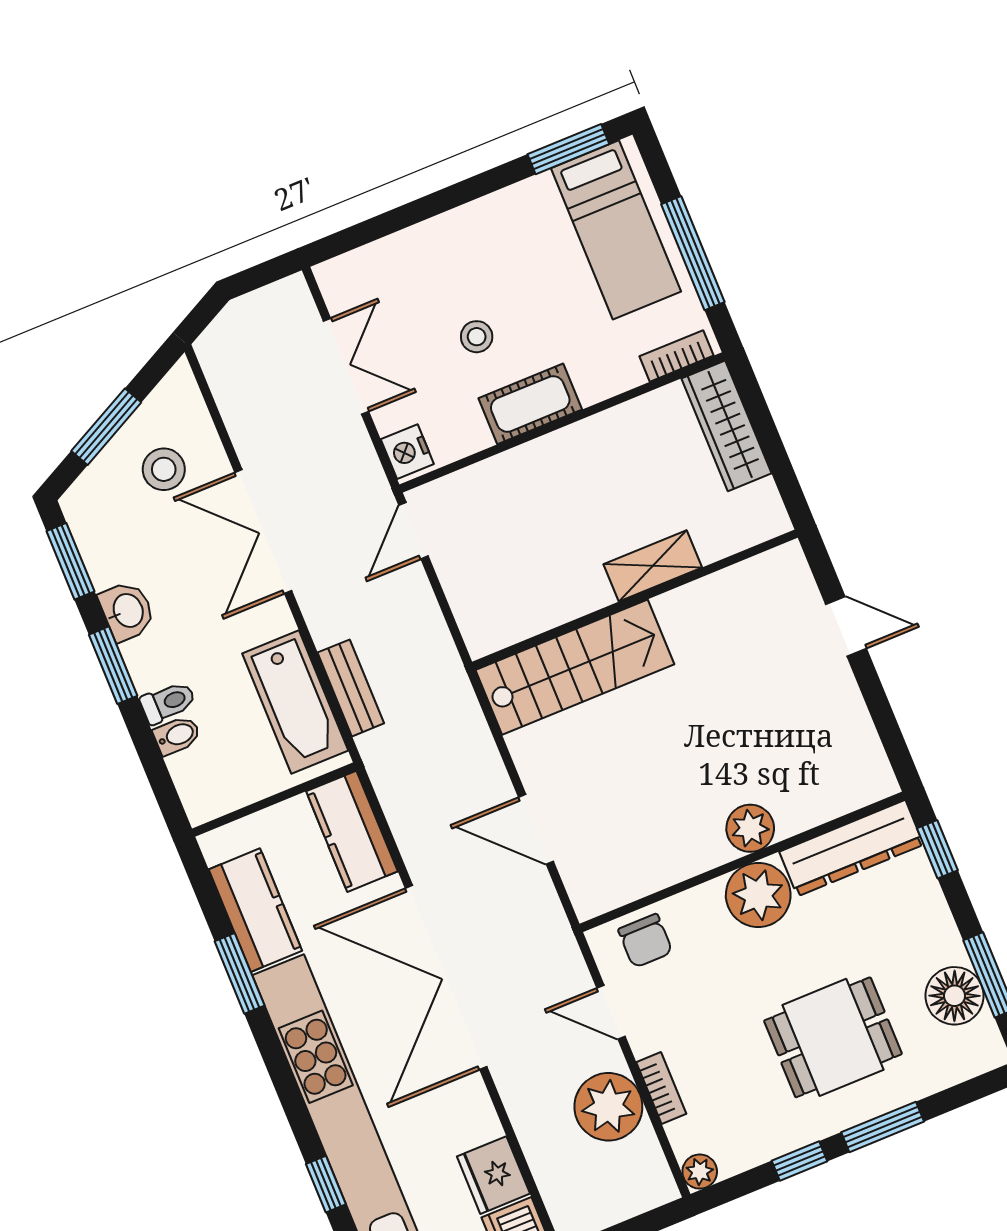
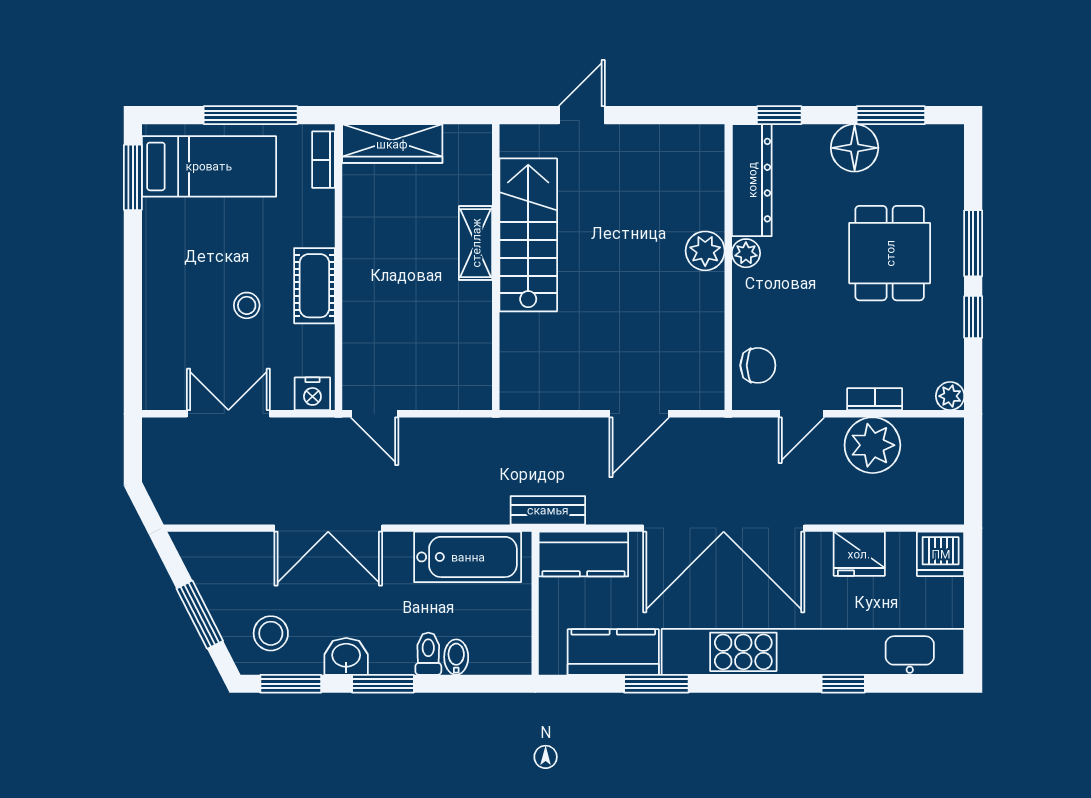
stool: (164, 469) -> (271, 633), moved
stairs: (575, 667) -> (528, 235), moved
bench: (351, 688) -> (548, 510), moved
plant: (758, 895) -> (746, 253), width x0.53, depth x0.53
floor lamp: (955, 996) -> (855, 148), moved
fridge: (493, 1175) -> (859, 554), moved

